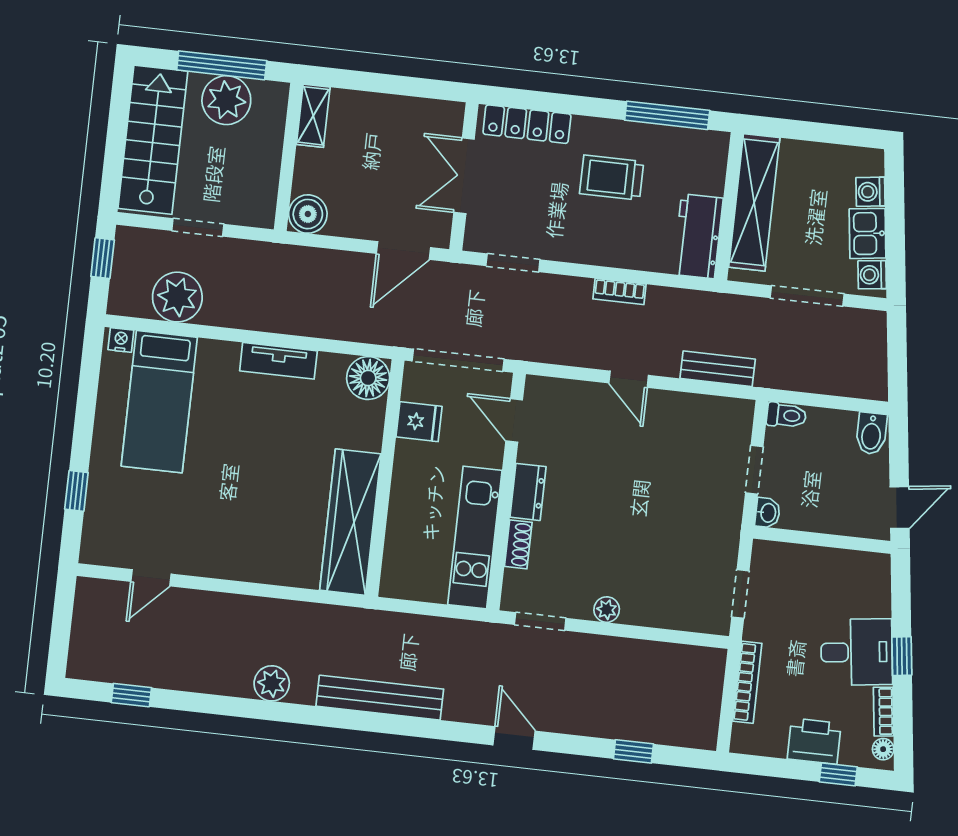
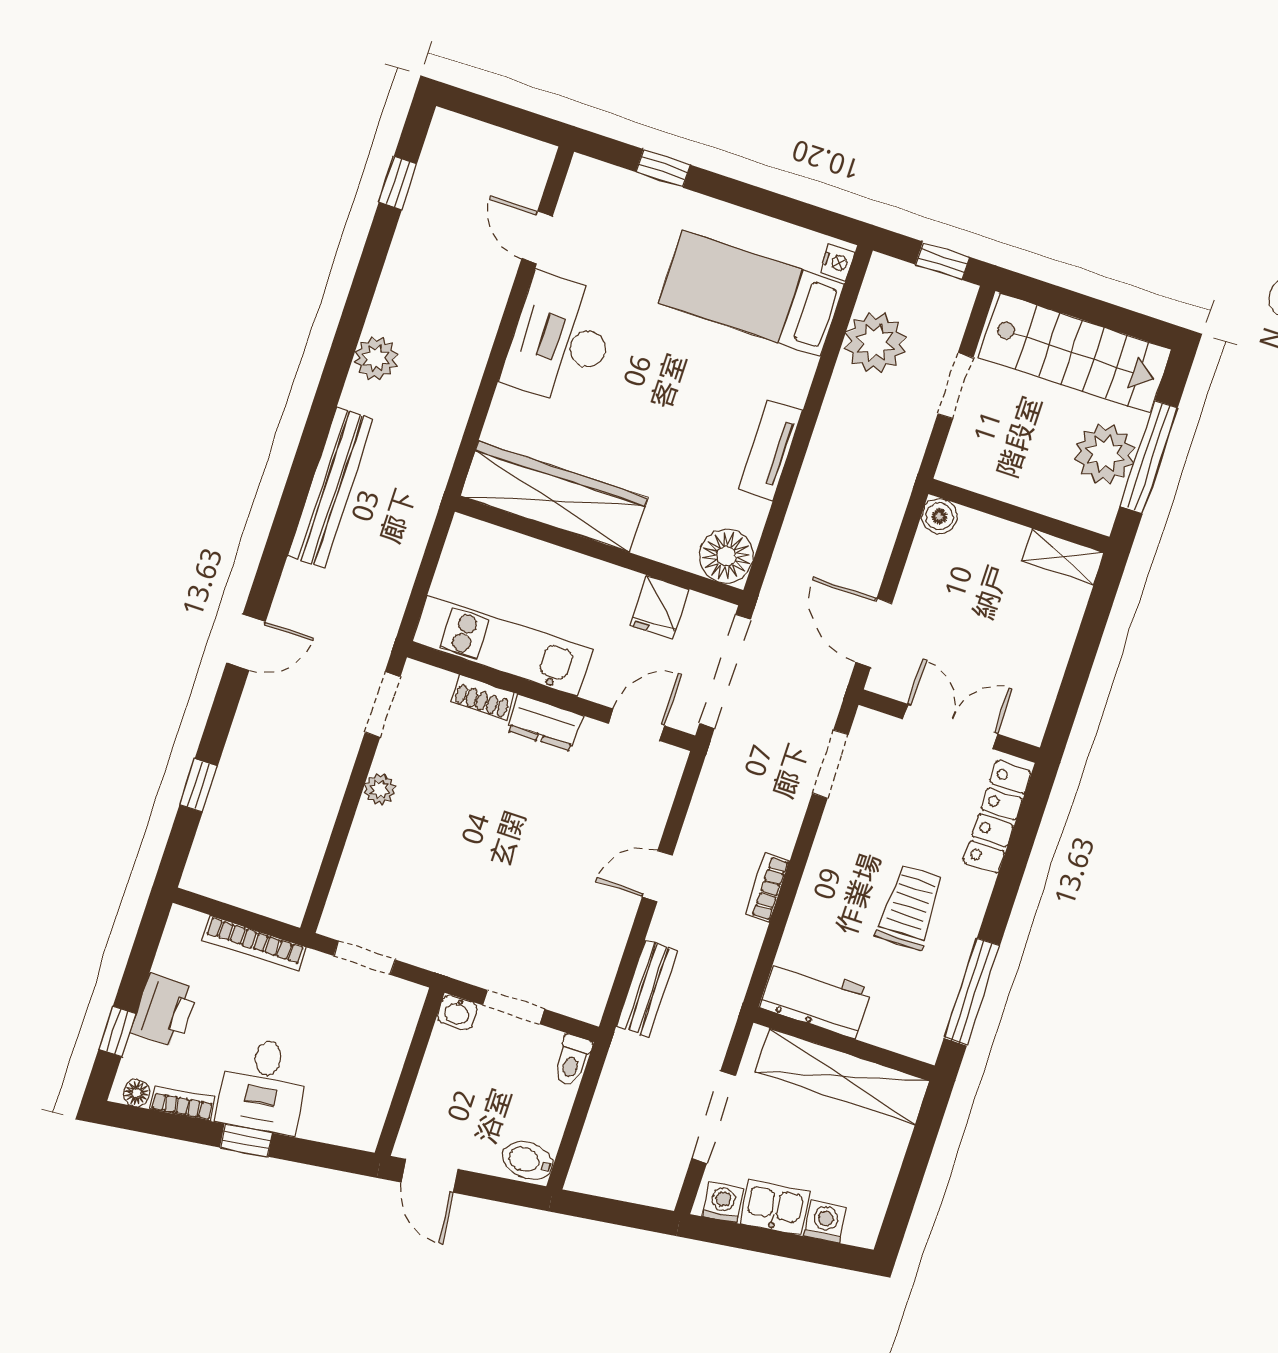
boiler: (308, 214) -> (939, 516), width x0.73, depth x0.73
desk: (227, 543) -> (561, 340), added

